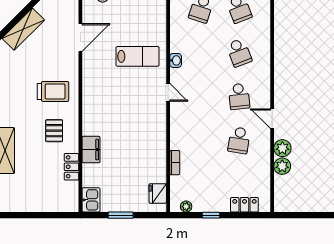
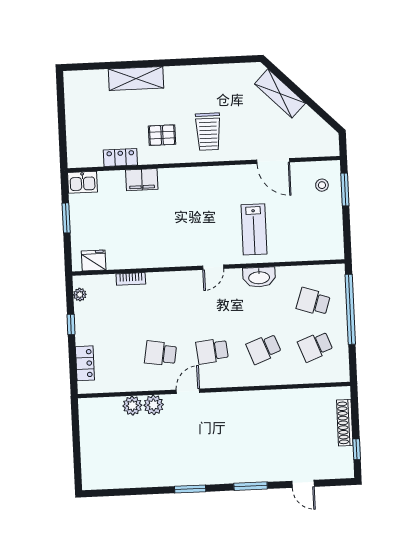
washbasin: (176, 60) -> (259, 277), width x1.91, depth x1.45

